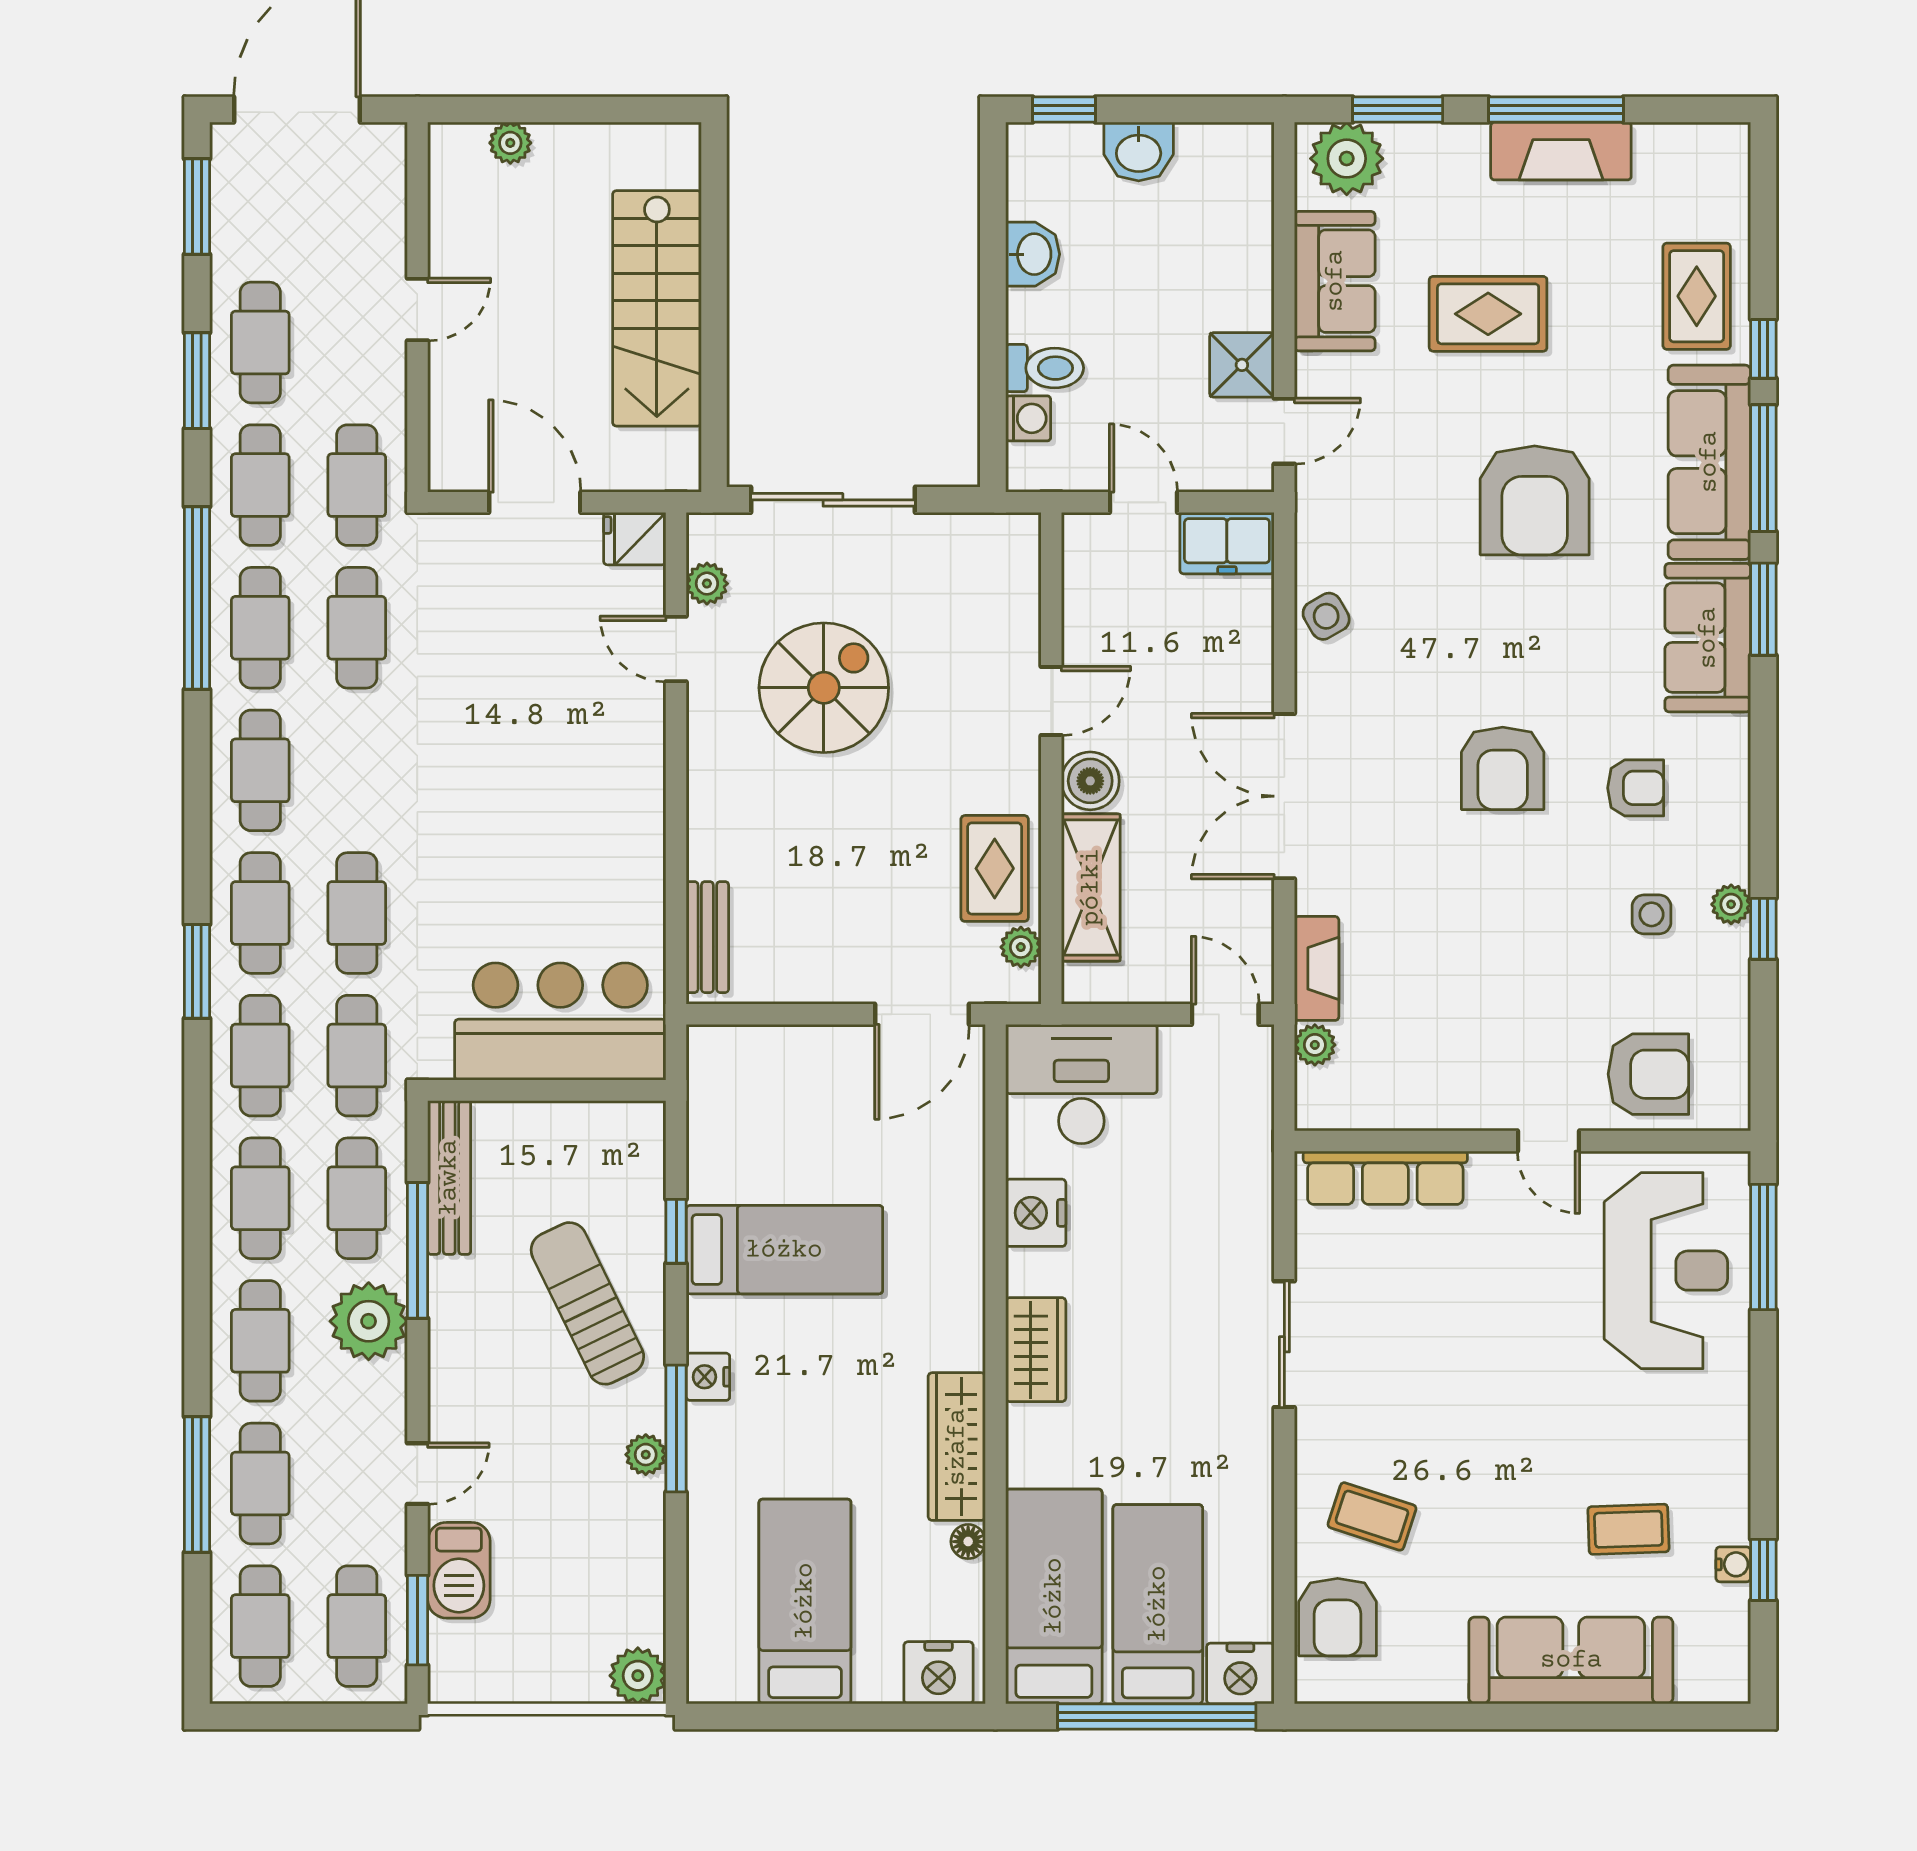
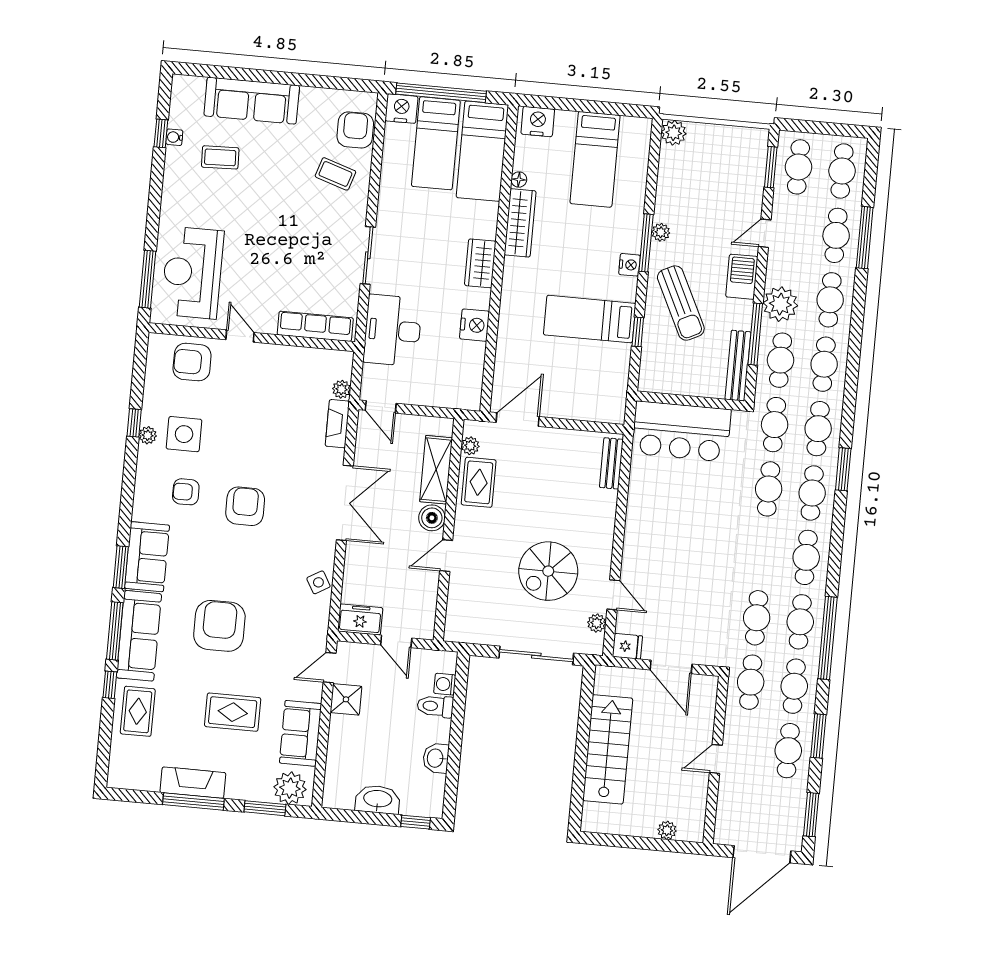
washbasin: (1139, 152) -> (378, 799), width x1.38
side table: (1652, 914) -> (184, 434), width x1.87, depth x1.87
desk: (1081, 1084) -> (393, 330), moved, turned 90
barbecue: (459, 1570) -> (742, 277), moved

